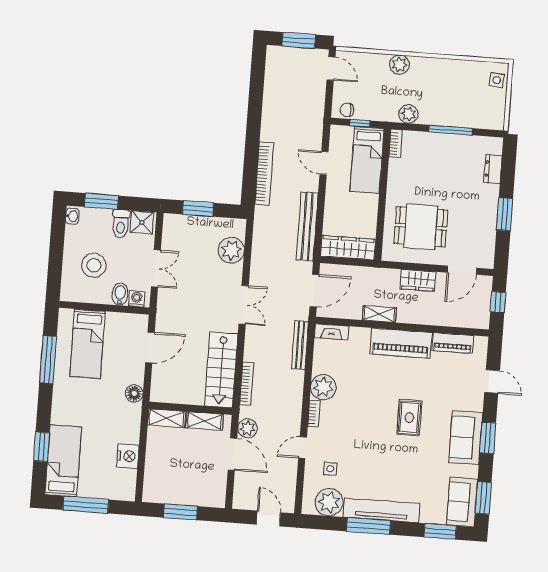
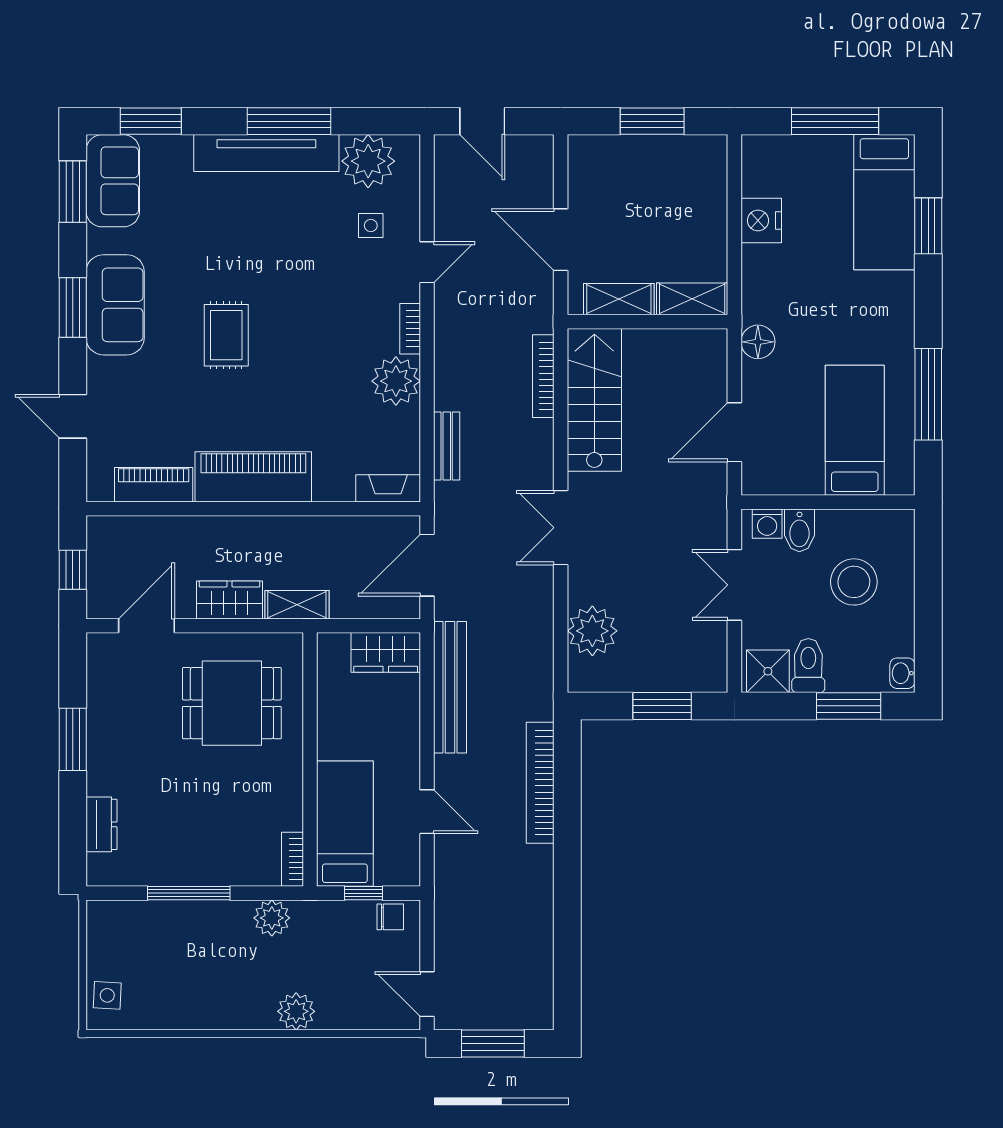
wardrobe: (348, 248) -> (386, 652), width x0.67
shelving: (379, 314) -> (297, 605), moved
bench: (300, 345) -> (447, 446), width x0.73
plant: (248, 428) -> (535, 291), removed

